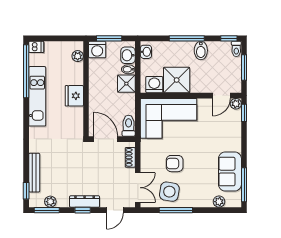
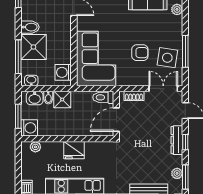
window: (187, 38) -> (18, 57), moved
shower: (177, 80) -> (33, 47), moved
armchair: (175, 164) -> (140, 53), turned -90

